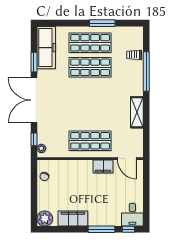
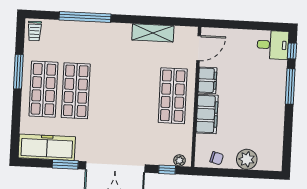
trolley: (134, 55) -> (35, 31), moved
shelving: (137, 112) -> (153, 33), moved
plant: (45, 219) -> (247, 159), moved
filing cabinet: (73, 219) -> (207, 114), moved, turned 180

